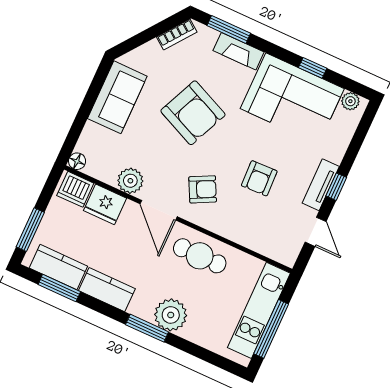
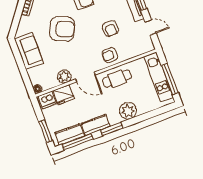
armchair: (203, 189) -> (110, 55), moved, turned -153
window: (59, 288) -> (78, 142), width x1.44
window: (147, 328) -> (112, 129), moved

